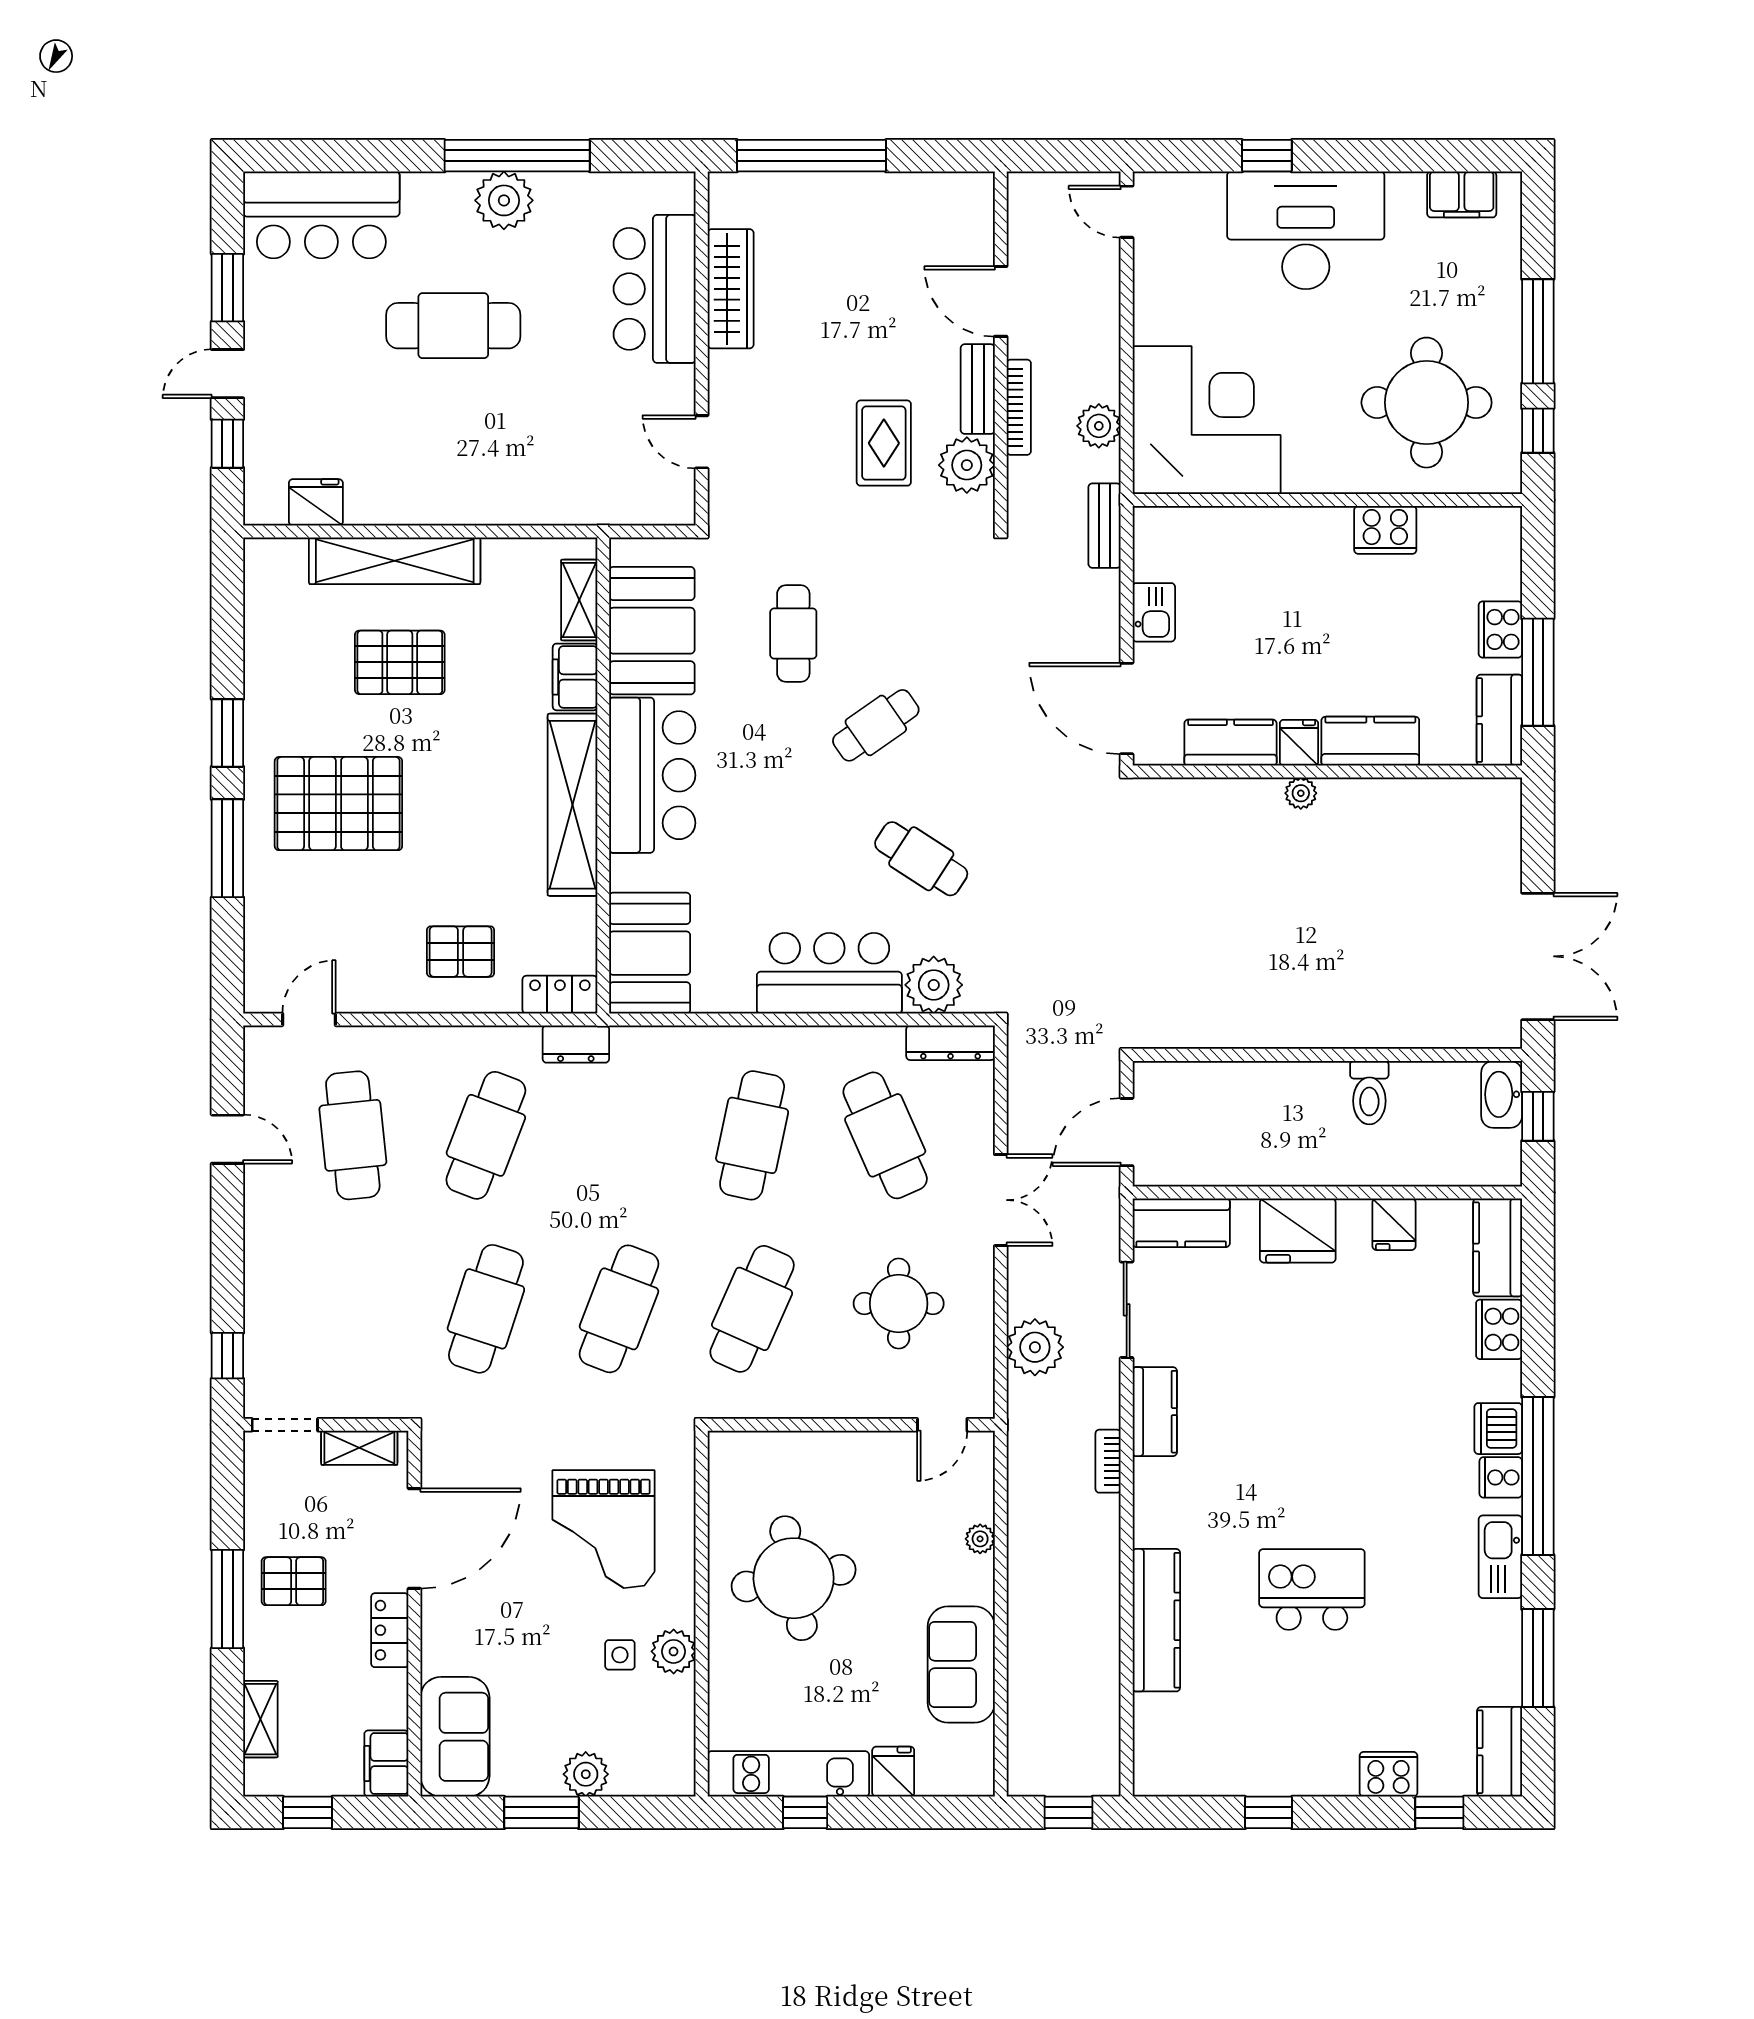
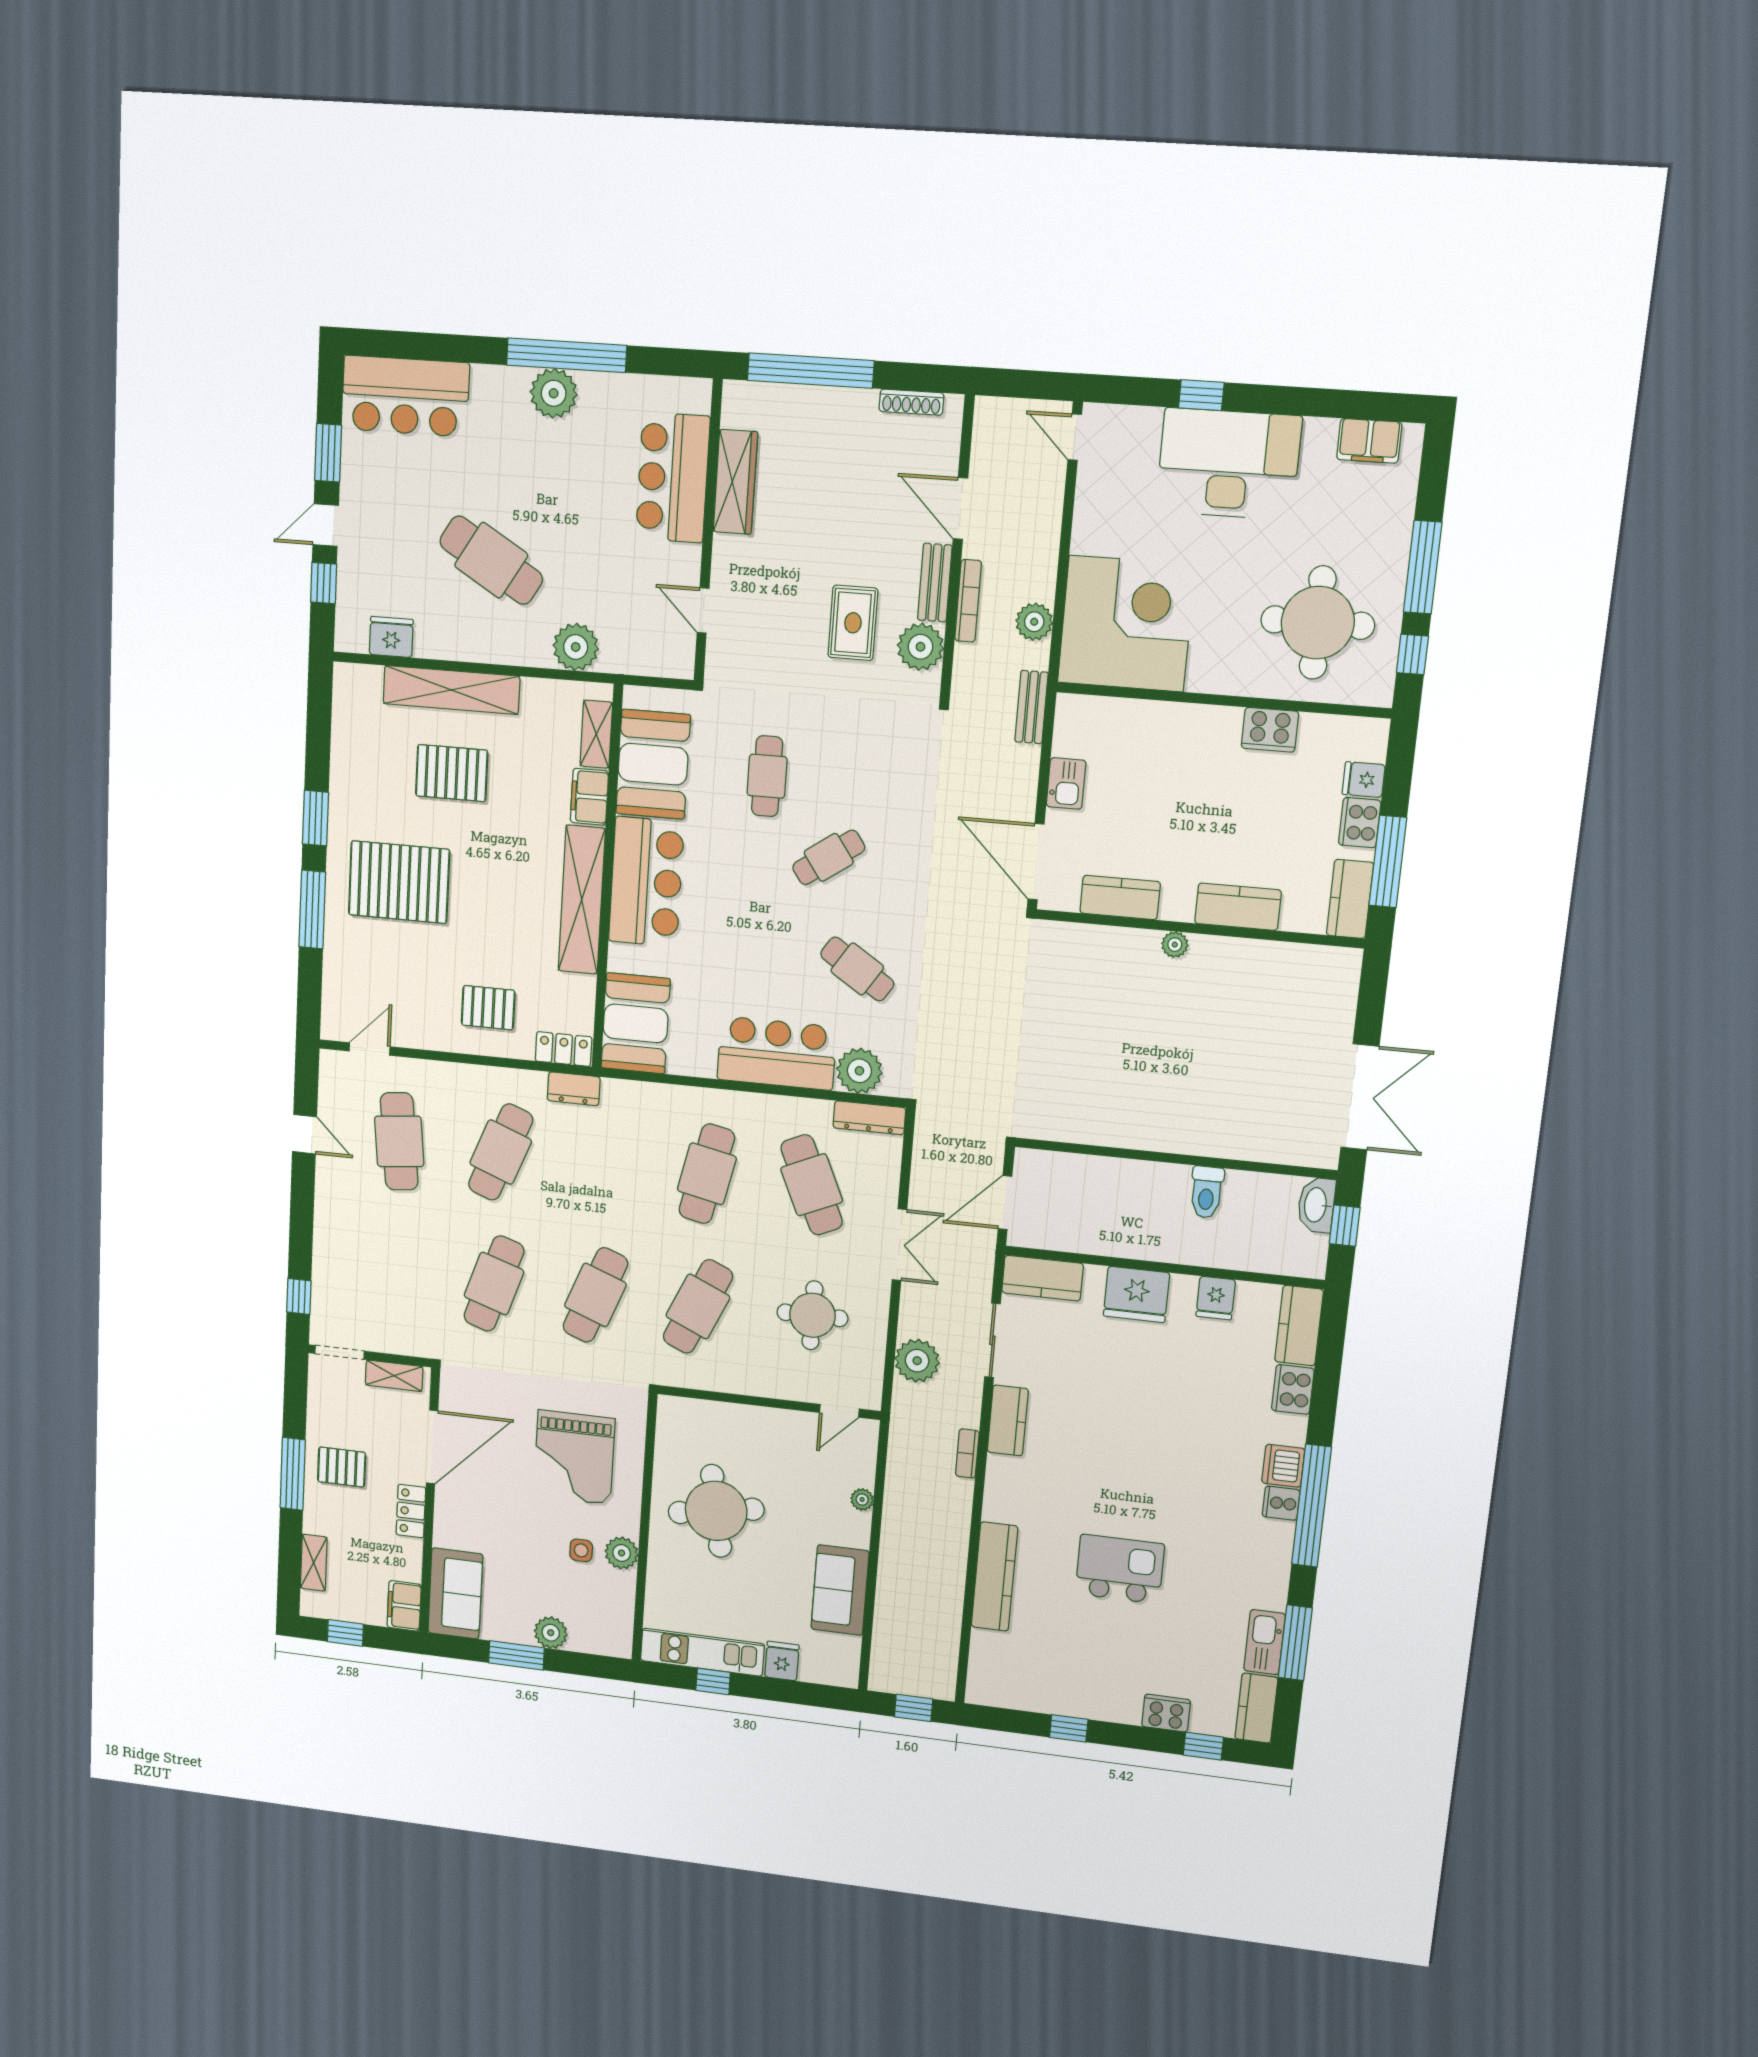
shoe rack: (933, 184) -> (911, 402), added
cafe table: (453, 326) -> (491, 560), moved, turned 31
plant: (548, 497) -> (576, 647), added
fridge: (1299, 743) -> (1364, 780), moved, turned -90
kitchen sink: (1500, 1557) -> (1265, 1642), moved

